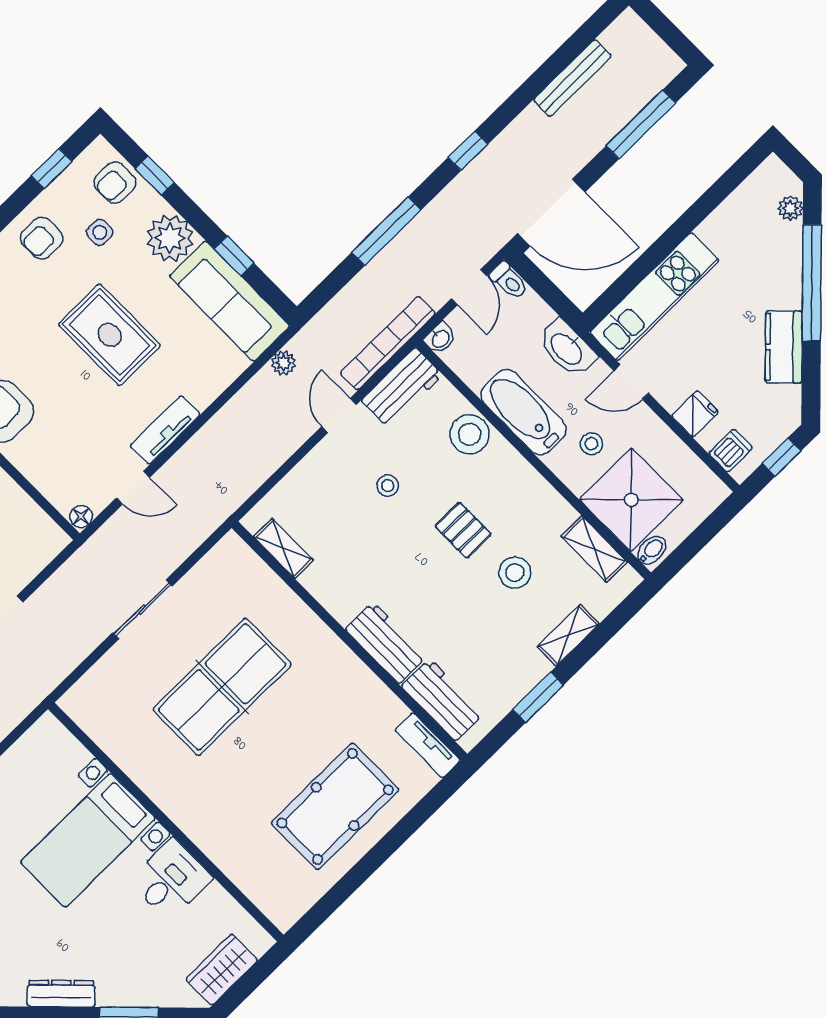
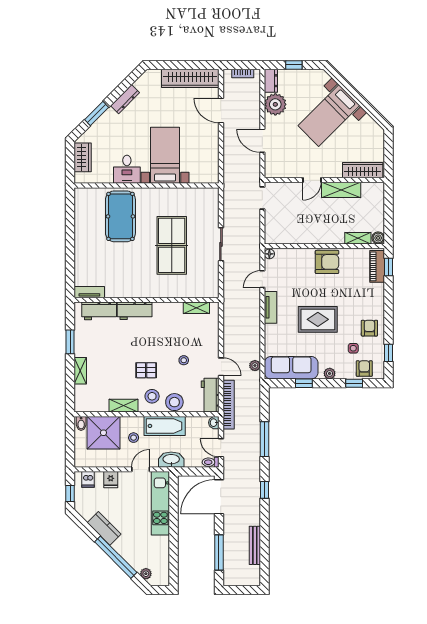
plant: (170, 238) -> (330, 373), width x0.53, depth x0.53
shelving: (594, 549) -> (124, 406), moved
stool: (515, 573) -> (152, 396), moved
pool table: (335, 806) -> (120, 216), moved

